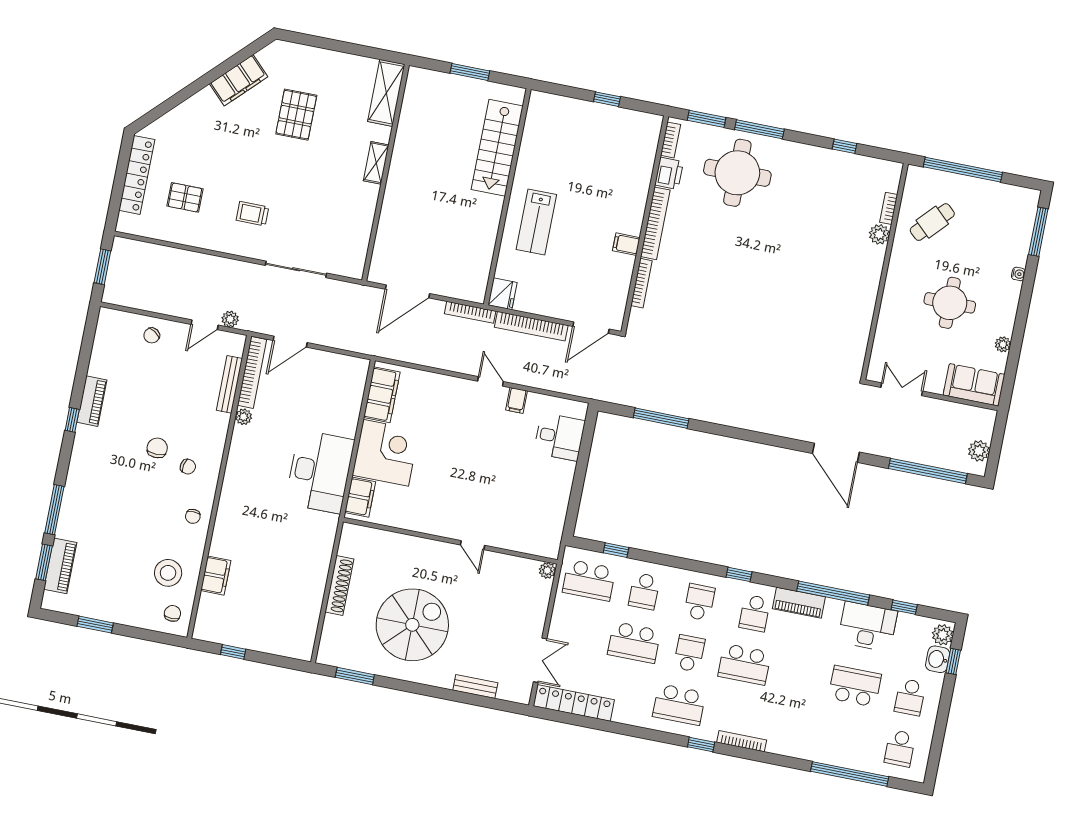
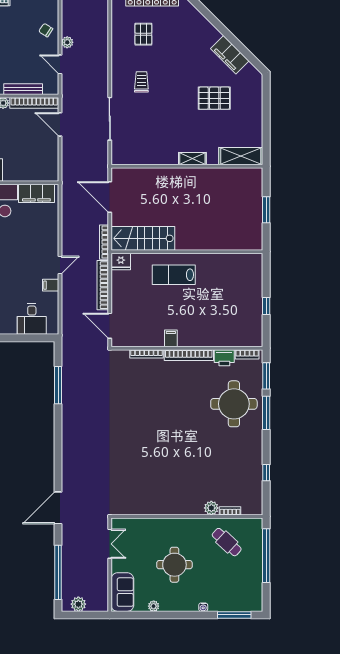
stairs: (497, 148) -> (143, 238), moved
plant: (230, 319) -> (67, 42), moved

